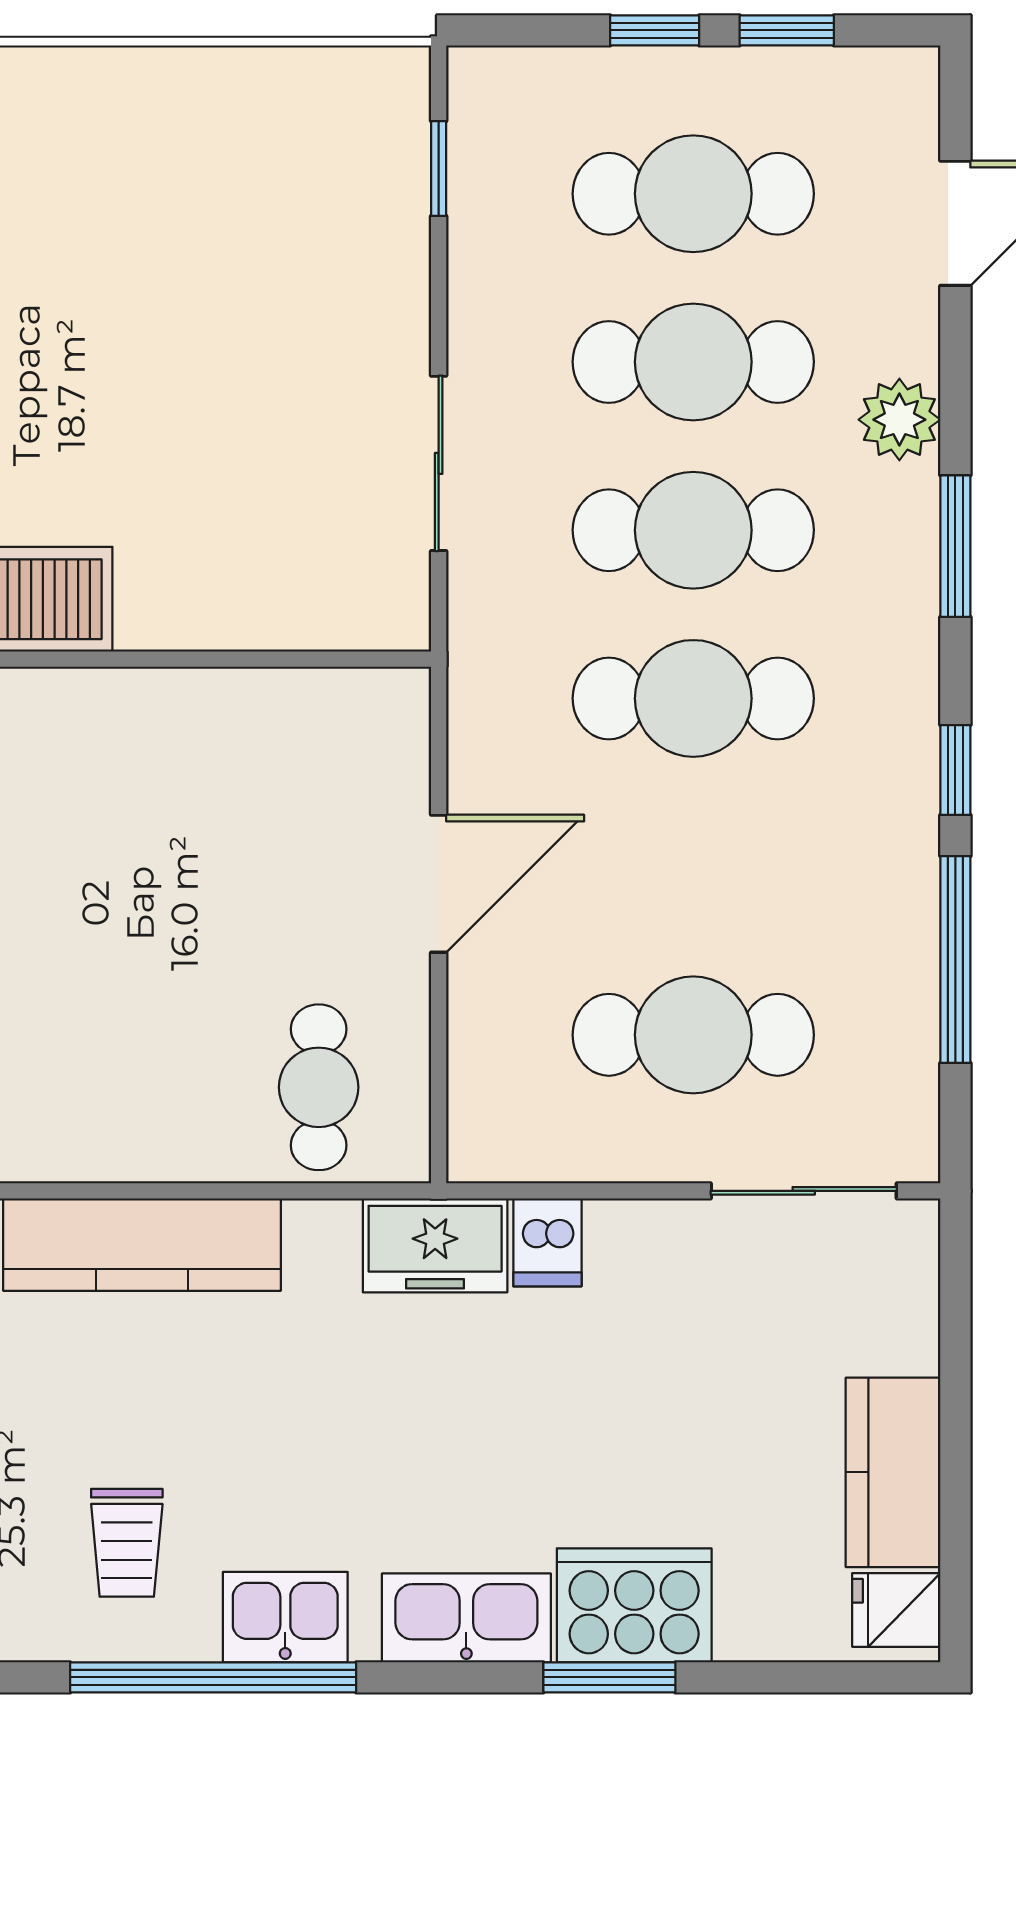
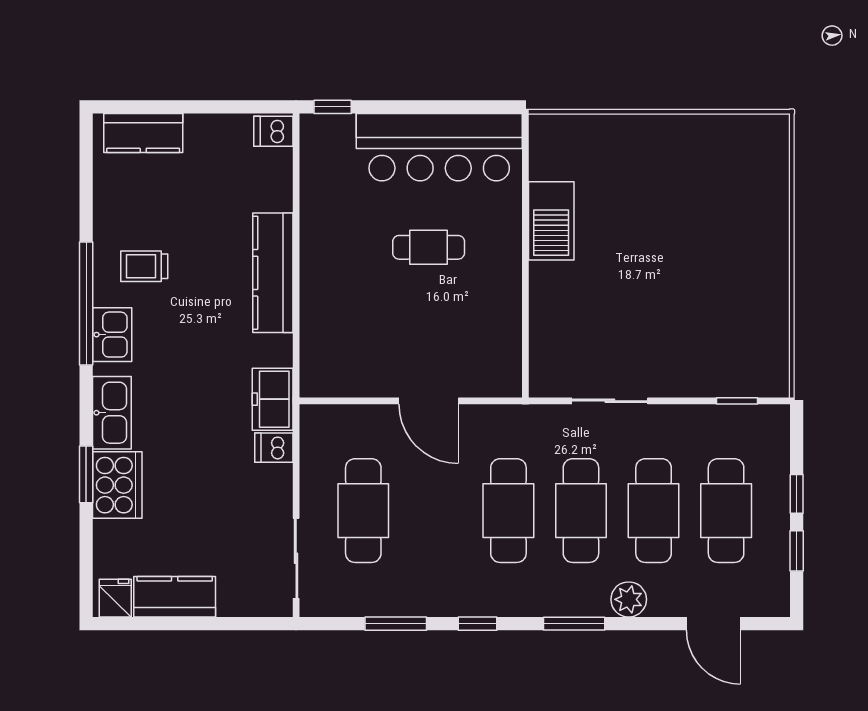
window: (955, 959) -> (396, 624), width x0.69
cafe table: (319, 1087) -> (429, 247), moved

